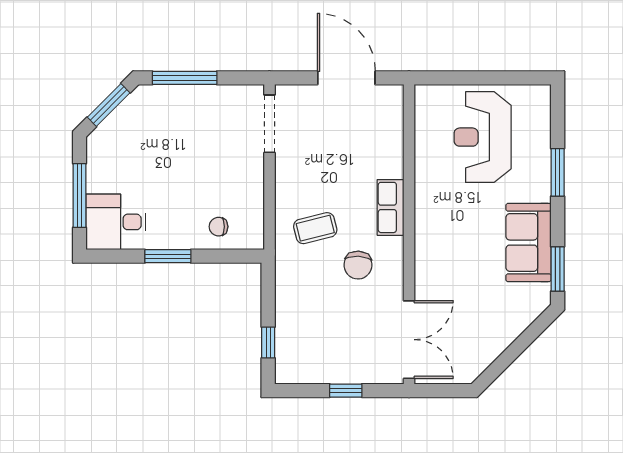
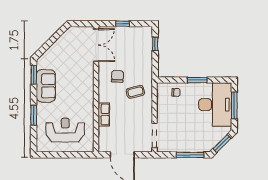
reception desk: (483, 137) -> (65, 130), turned -90
row of seats: (391, 207) -> (104, 114), moved
desk: (116, 222) -> (215, 105), width x1.87, depth x1.30
double door: (409, 340) -> (96, 45), swing flipped

